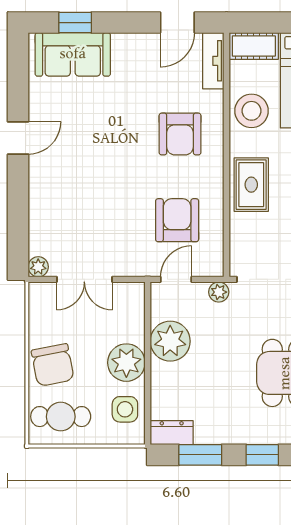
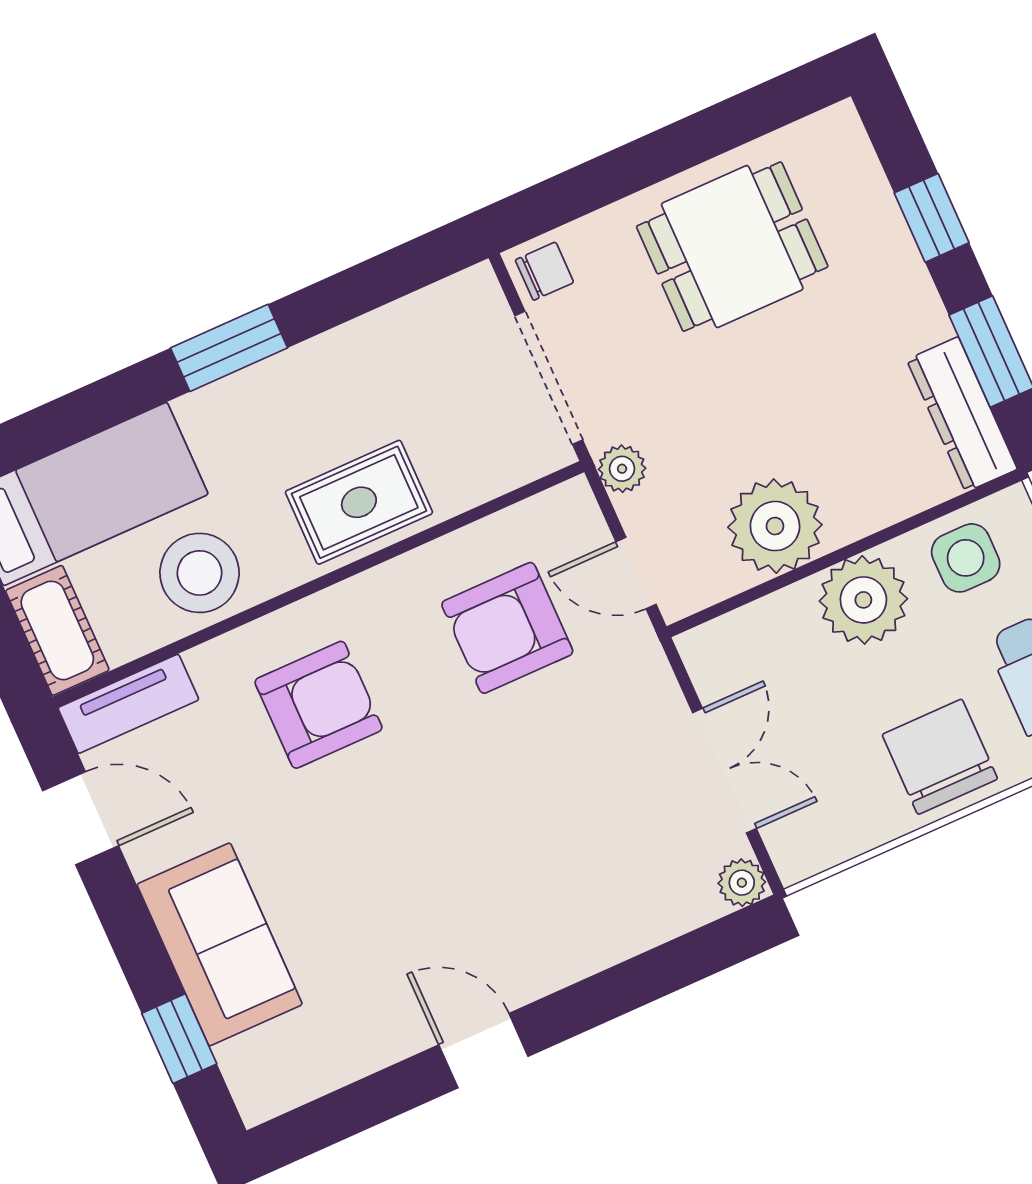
sofa: (73, 54) -> (220, 944), moved
chair: (53, 365) -> (940, 757), turned -79
dresser: (172, 433) -> (962, 414), width x1.44

